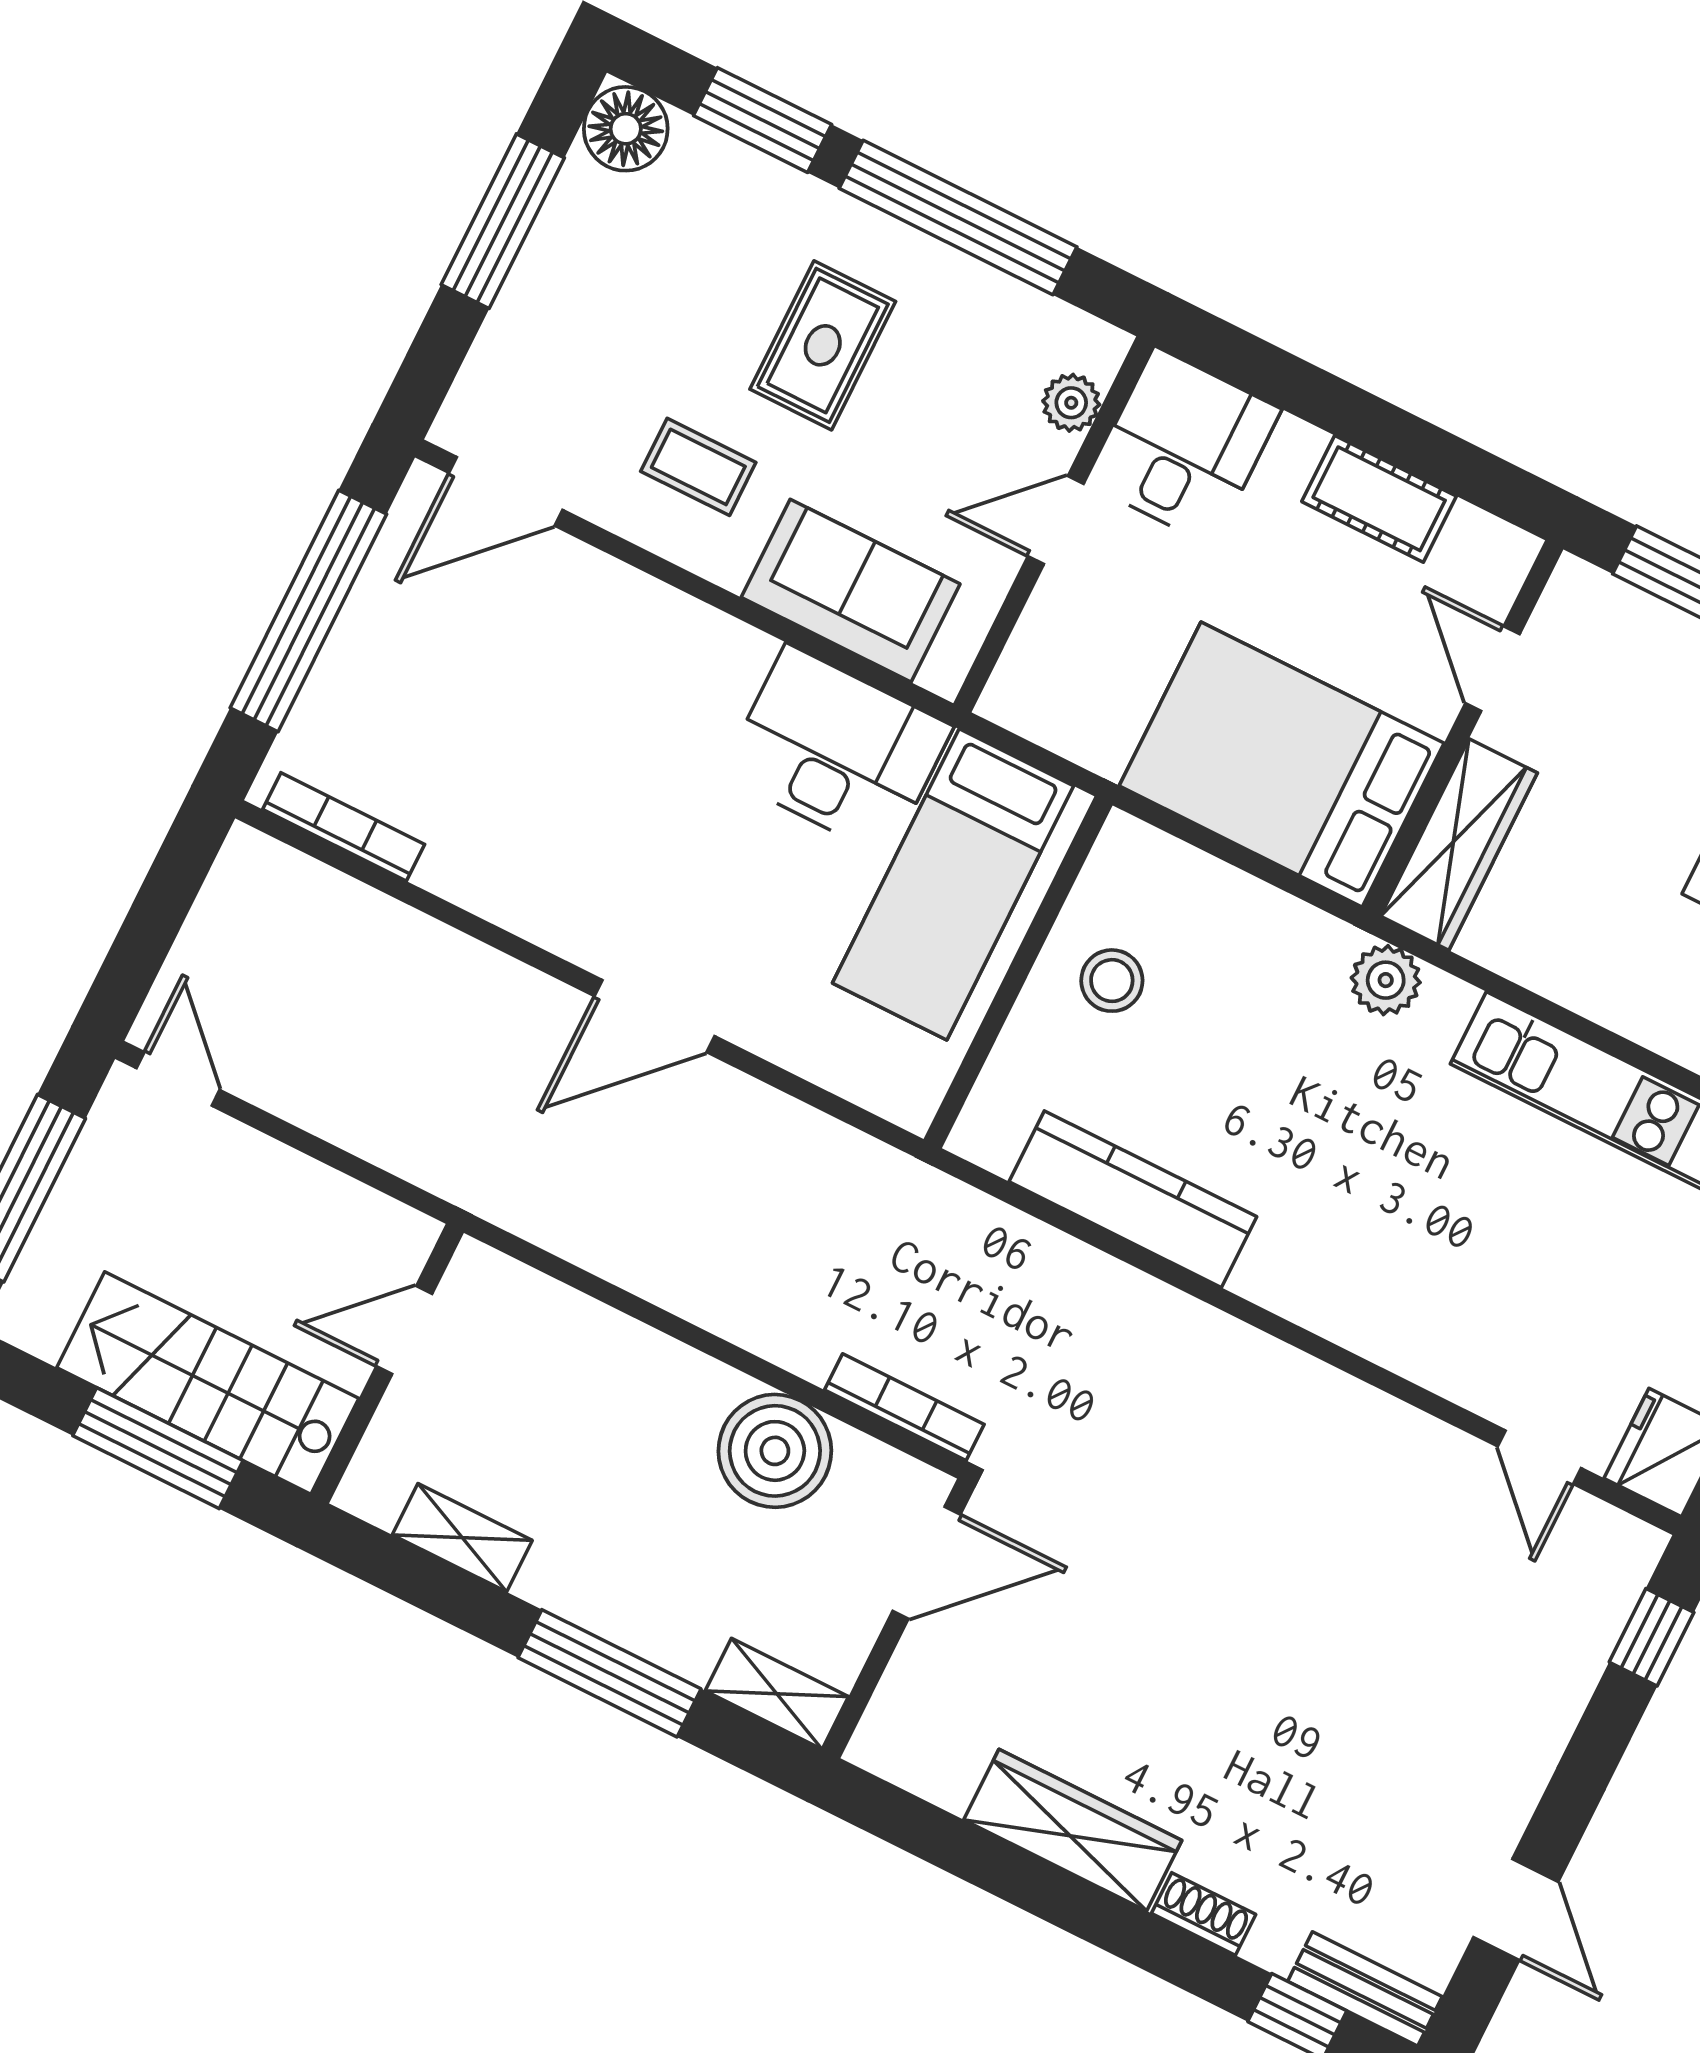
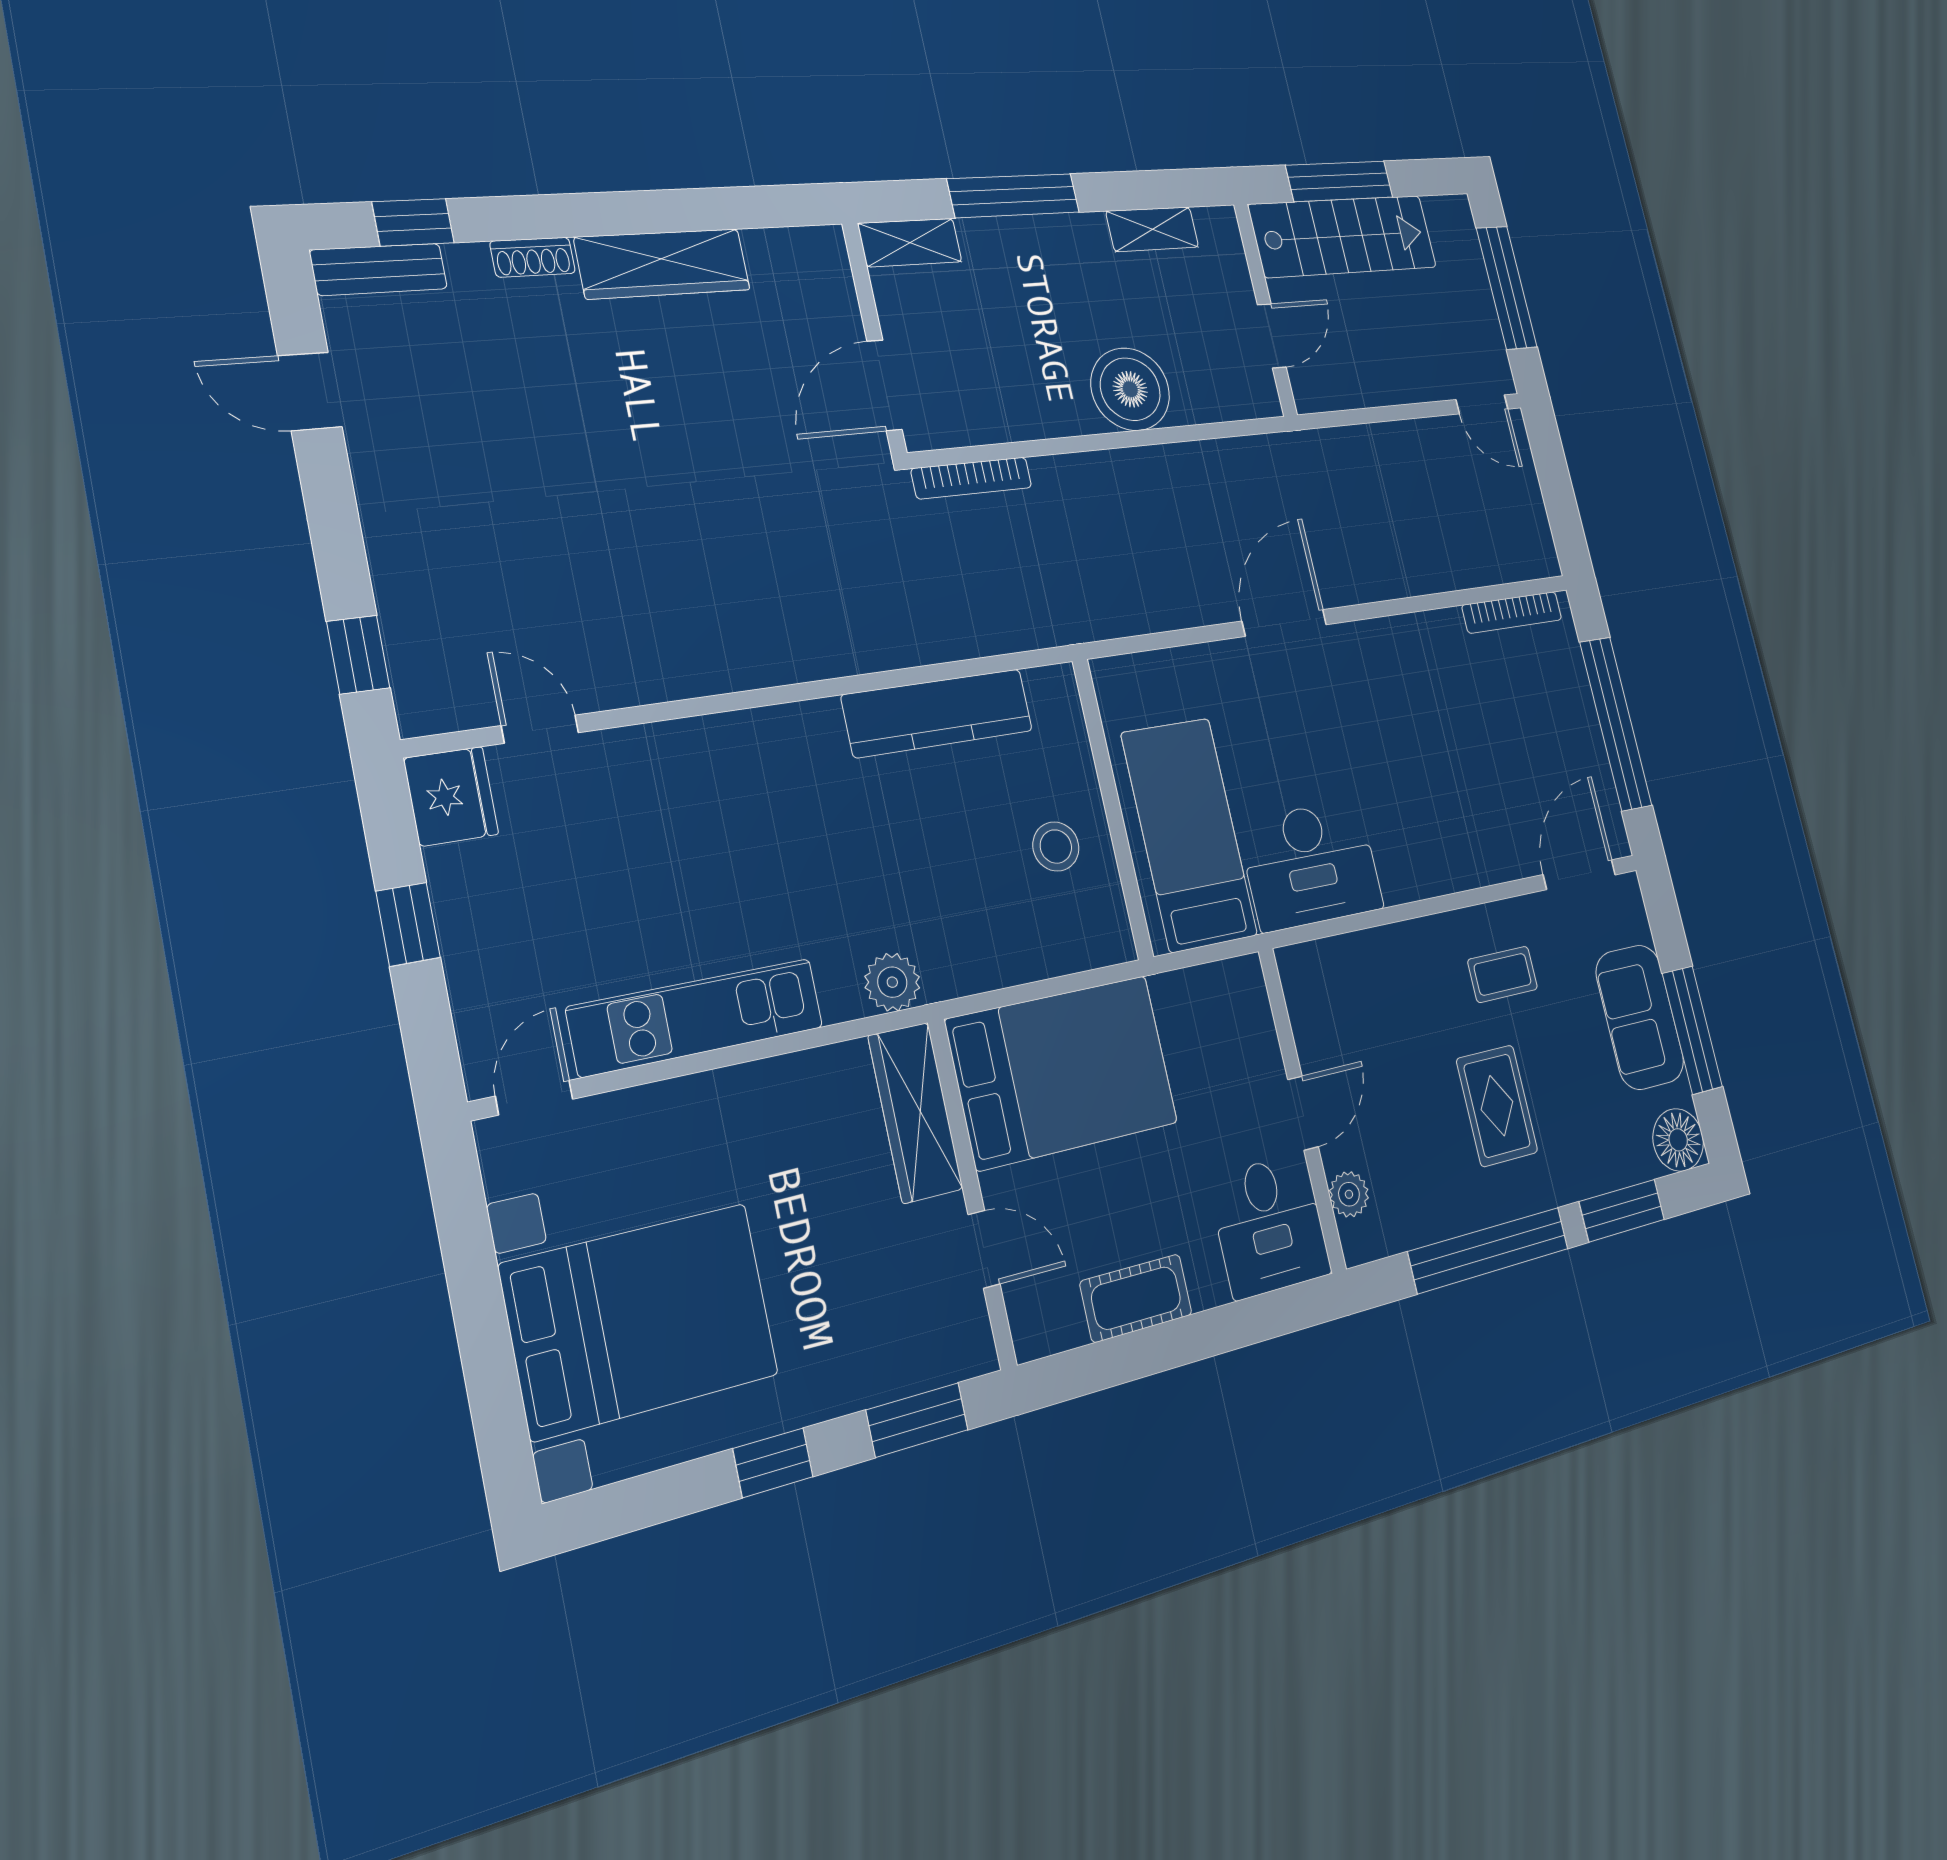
sofa: (851, 591) -> (1640, 1017), moved, turned 90
boiler: (775, 1451) -> (1130, 389), moved

